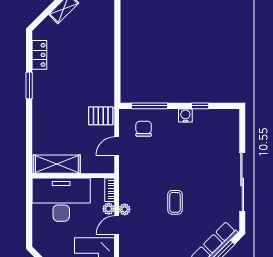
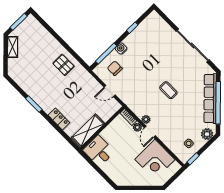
locker: (39, 55) -> (59, 119), moved
water cooler: (185, 115) -> (121, 49), moved
pallet: (101, 116) -> (63, 65), moved, turned 90
door: (117, 146) -> (110, 91), hinge flipped
desk: (61, 200) -> (99, 151), width x0.53, depth x0.77

